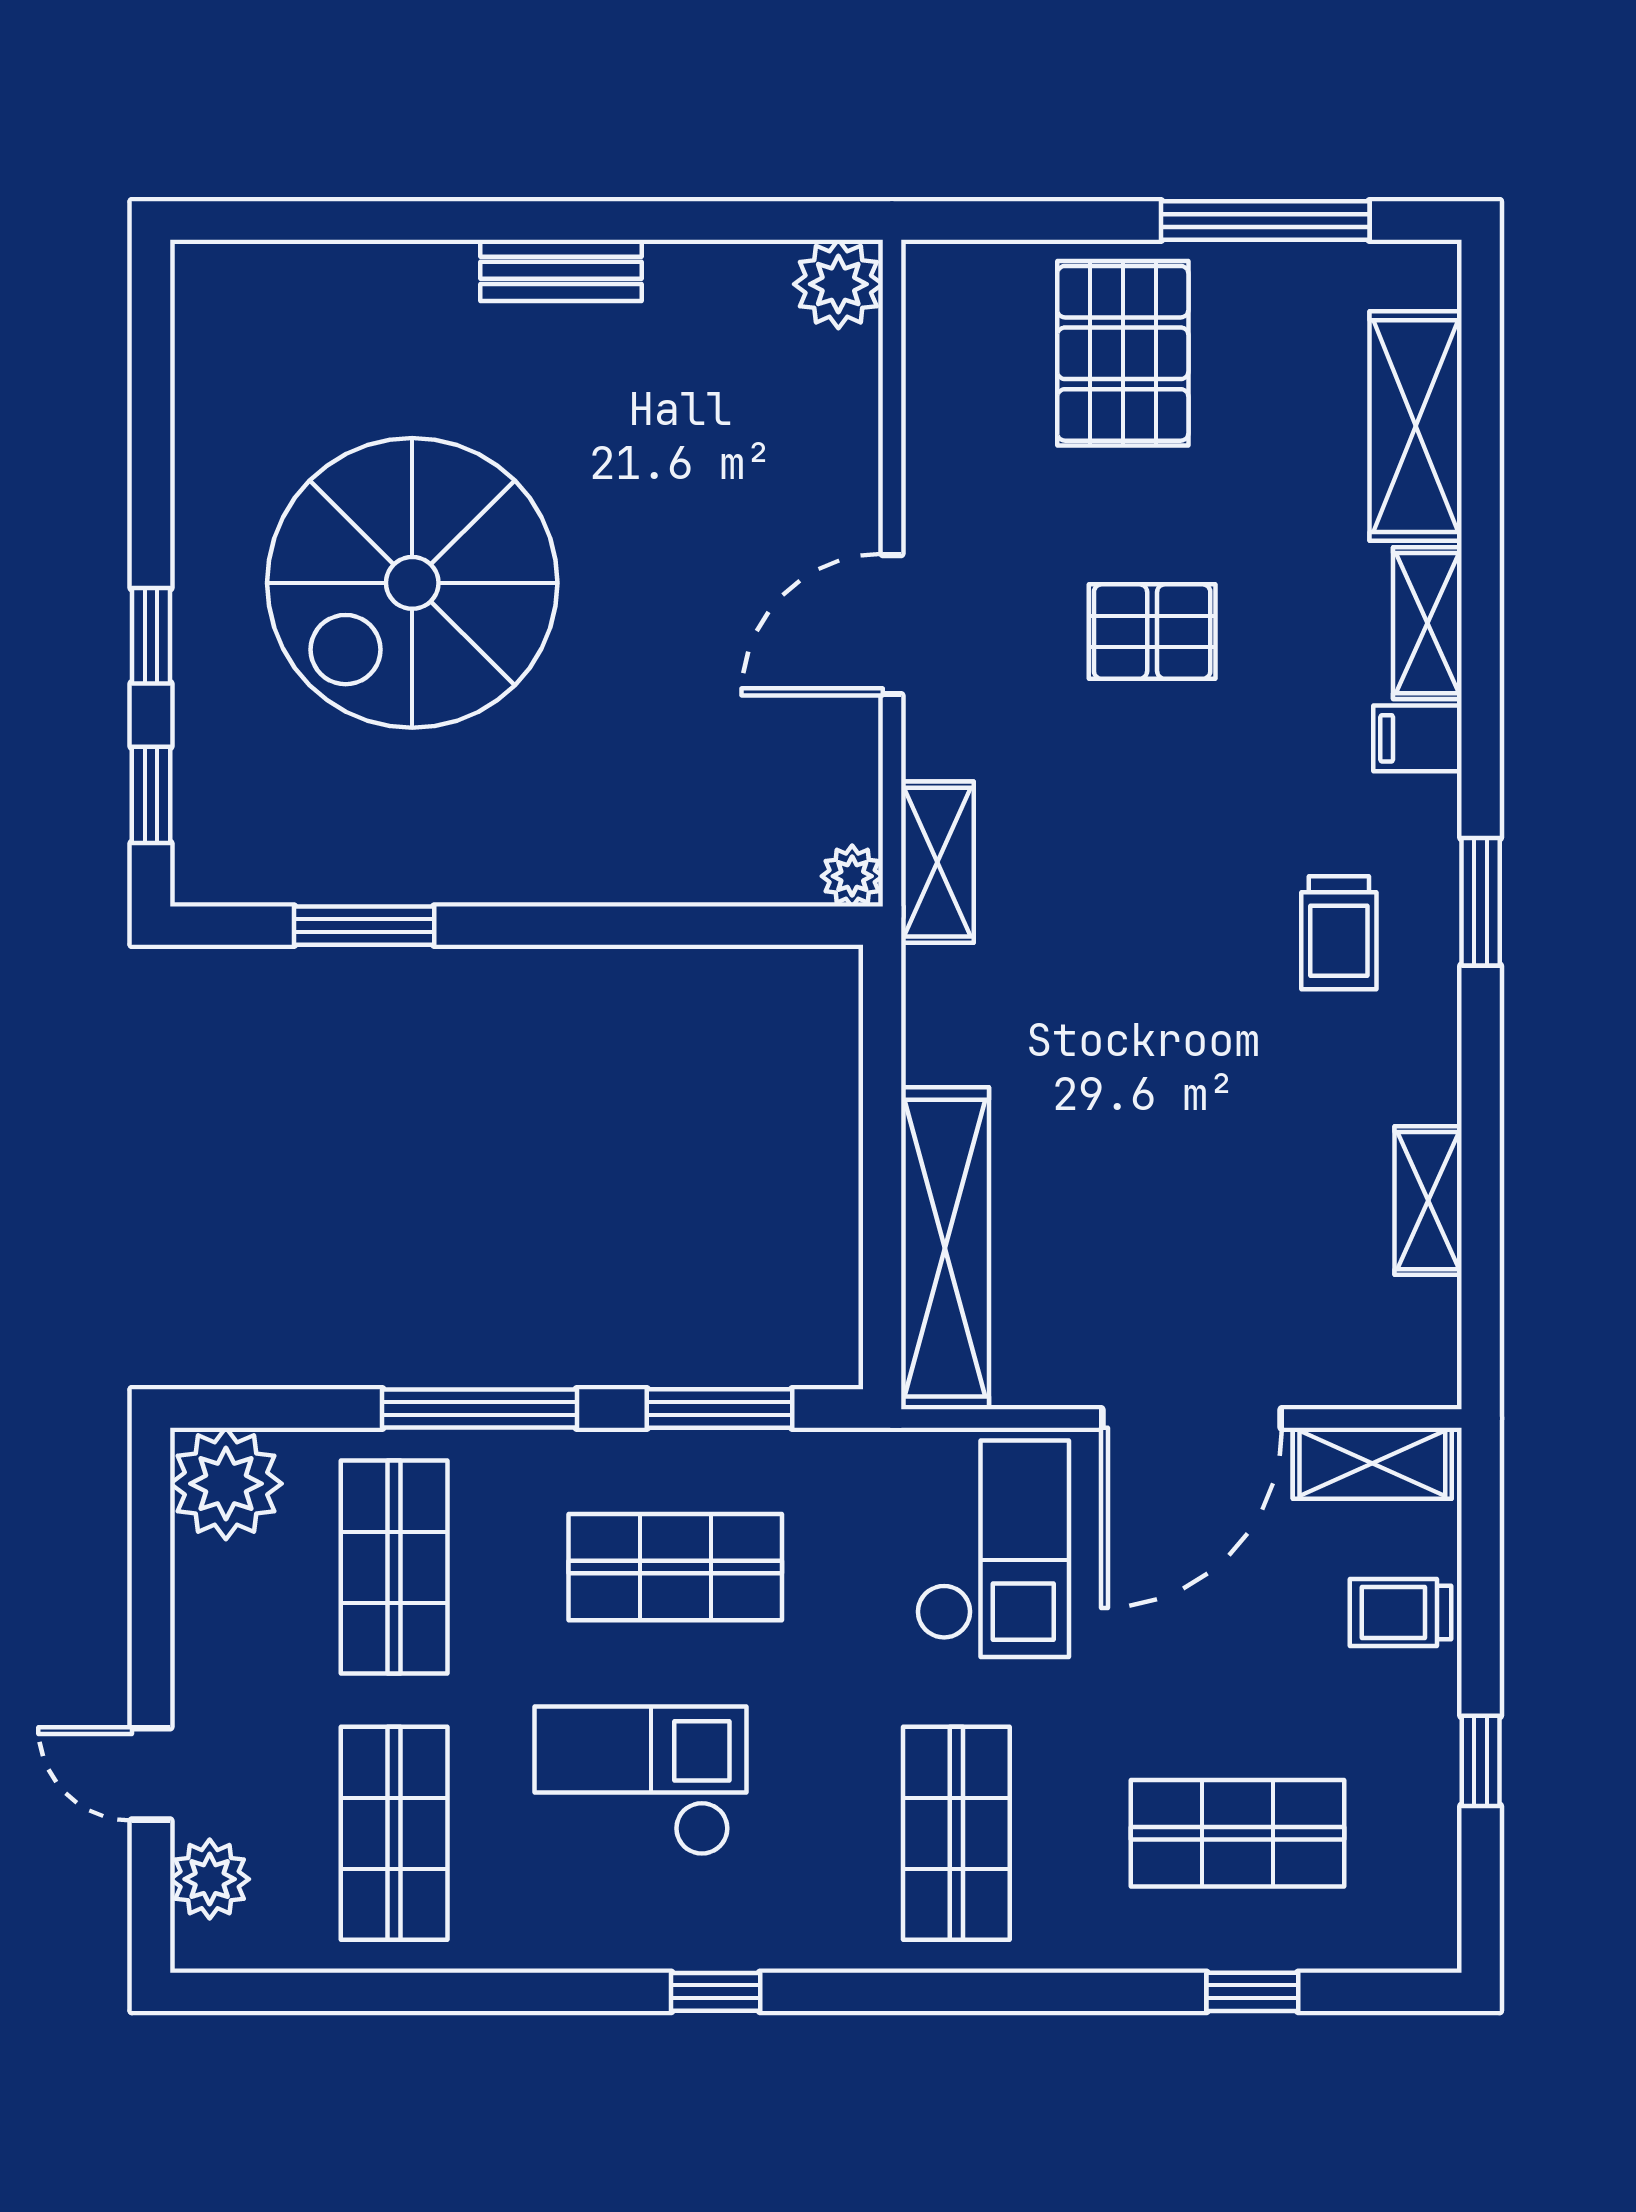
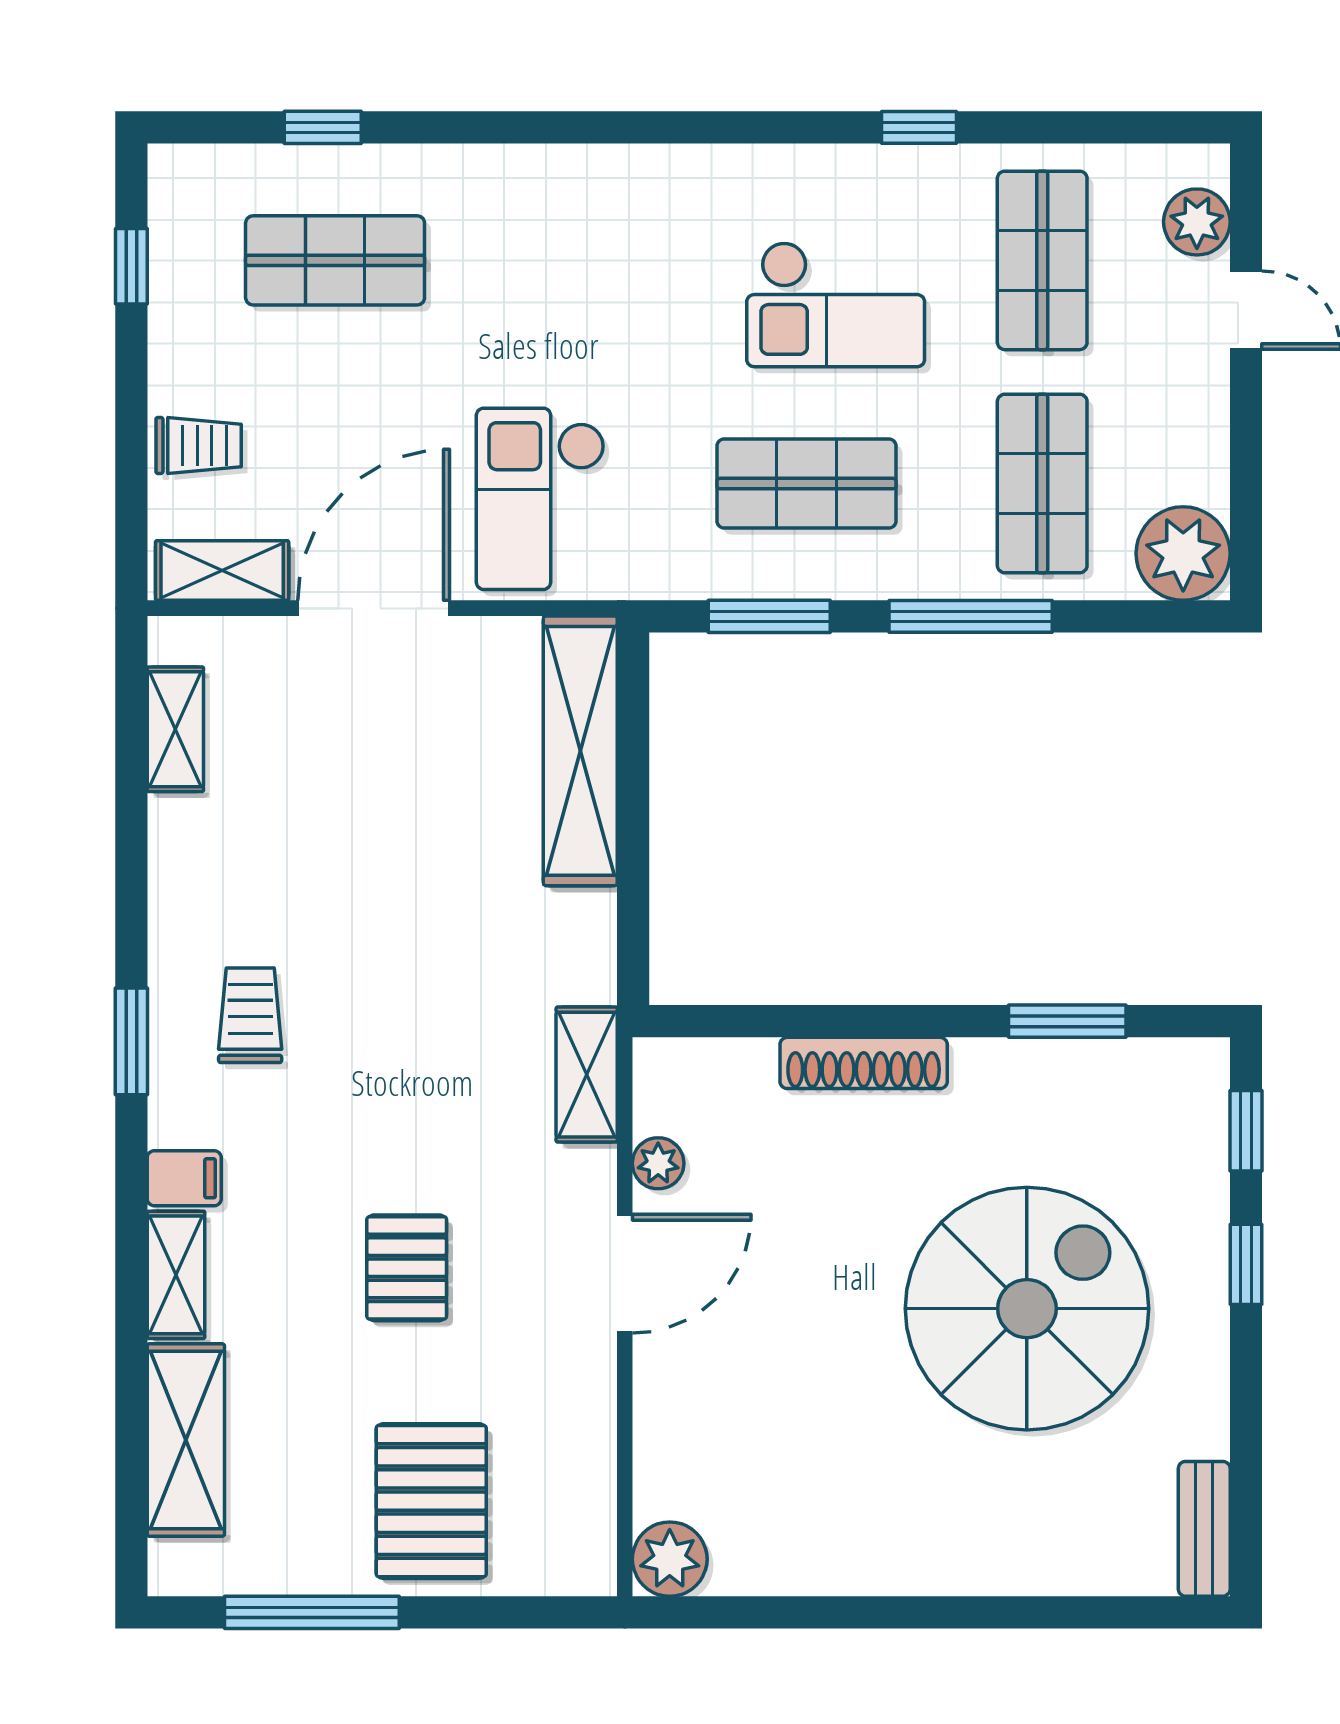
bench: (561, 270) -> (1204, 1529), moved, turned 90
pallet: (1152, 632) -> (407, 1268), turned 90
shoe rack: (607, 876) -> (864, 1063), added
plant: (852, 876) -> (658, 1163), moved
shelving: (1428, 1201) -> (175, 729), moved
window: (1481, 1761) -> (131, 266), moved
shop shelf: (956, 1833) -> (571, 260), removed
window: (716, 1992) -> (919, 127), moved

